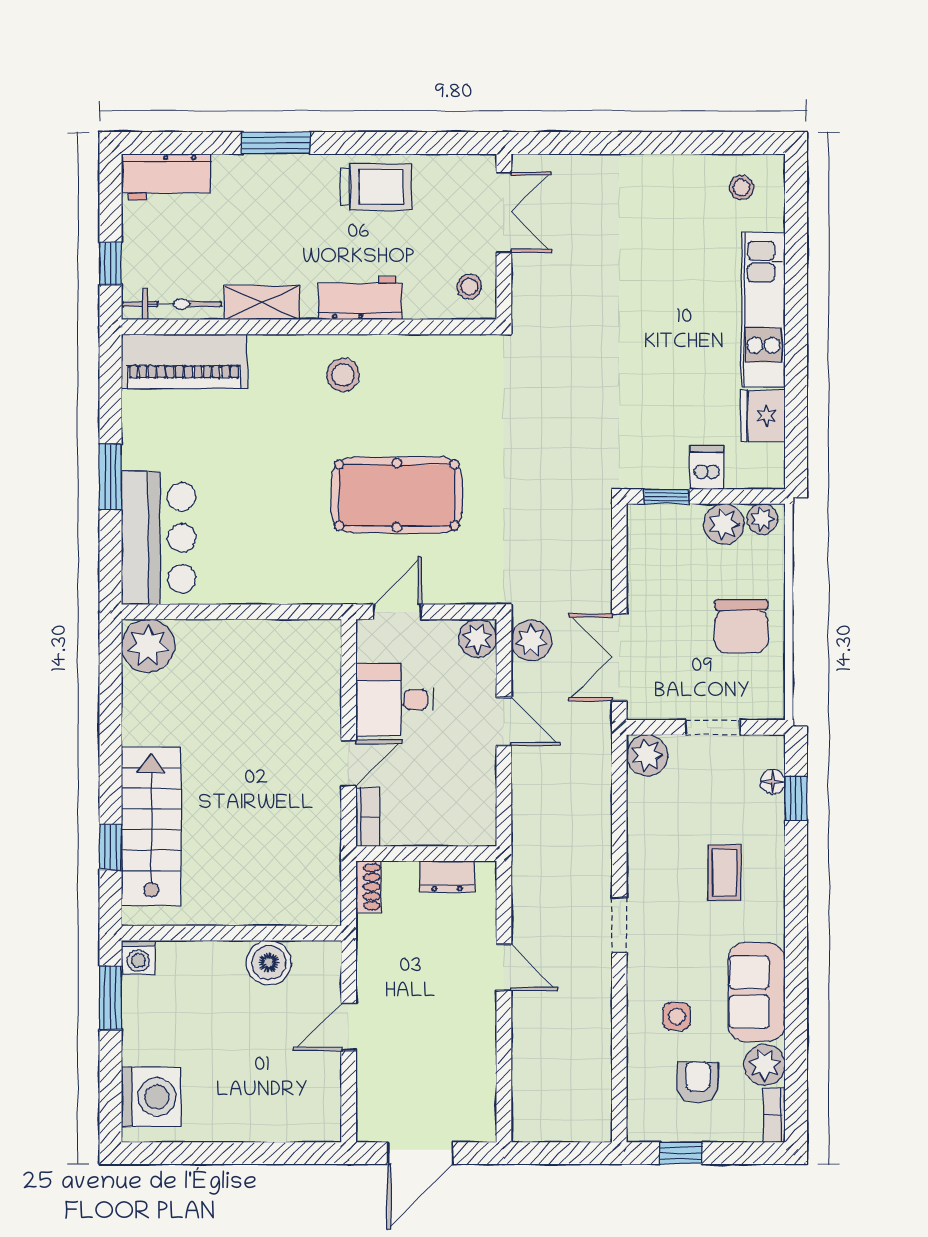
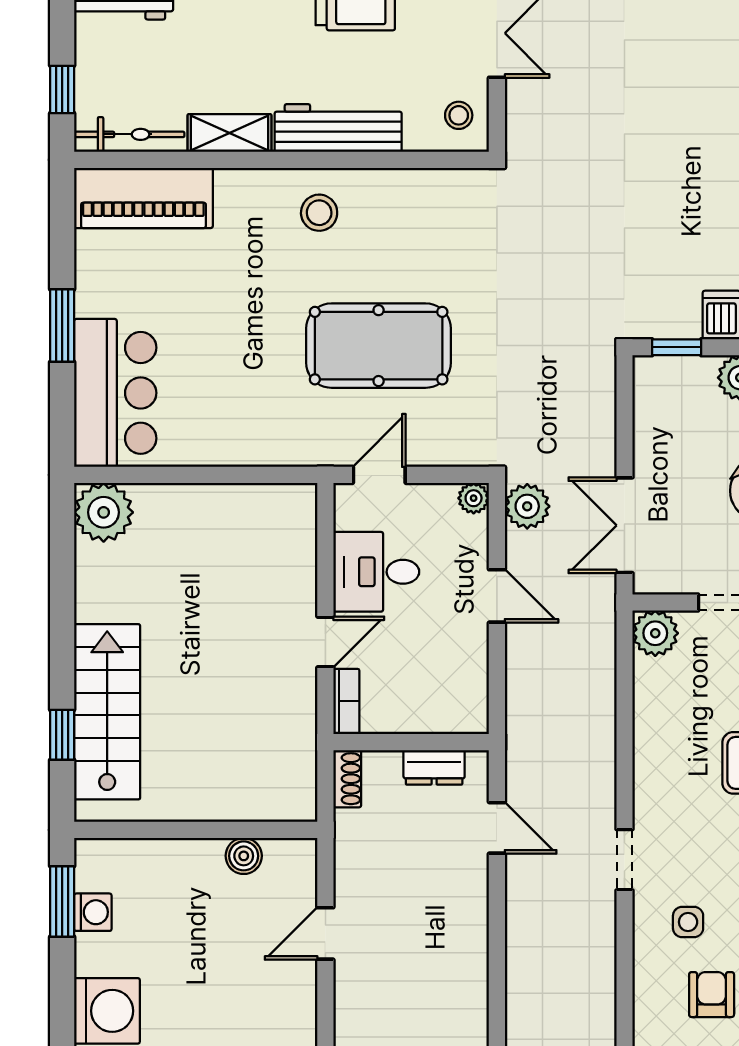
workbench: (360, 298) -> (338, 128), width x1.38
plant: (477, 638) -> (474, 498), width x0.73, depth x0.73
doorway: (619, 925) -> (624, 860), moved
washing machine: (138, 957) -> (93, 912), moved, turned -90
boiler: (269, 963) -> (244, 856), width x0.73, depth x0.73
door: (504, 967) -> (497, 828), moved

